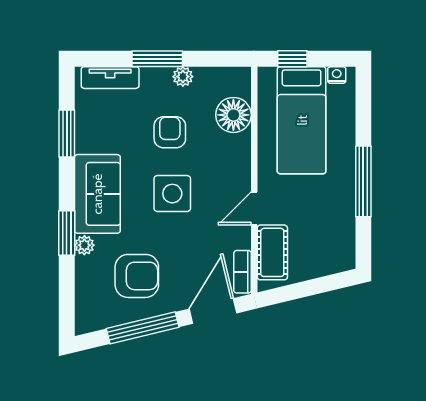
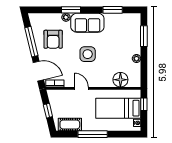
window: (157, 59) -> (144, 36), moved
tv unit: (110, 78) -> (136, 28), removed
armchair: (170, 132) -> (113, 53), removed
cot: (272, 252) -> (70, 125), moved
window: (308, 288) -> (48, 111), added

